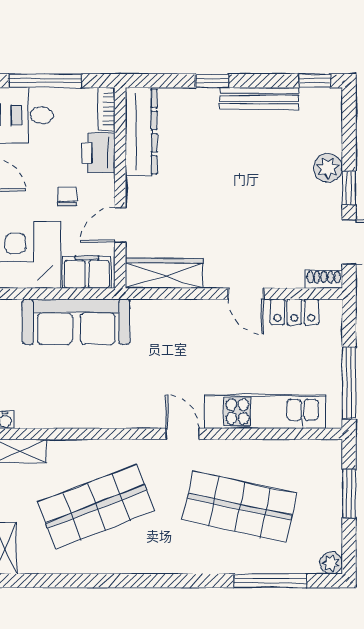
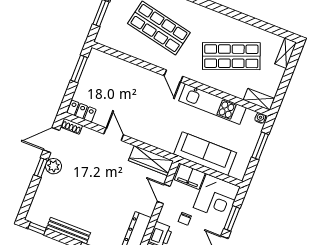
plant: (328, 168) -> (54, 166), moved
door: (120, 225) -> (164, 194), swing flipped
locker: (294, 312) -> (81, 111), moved
window: (349, 383) -> (79, 69), width x0.69
kitchen unit: (265, 412) -> (212, 104), moved

